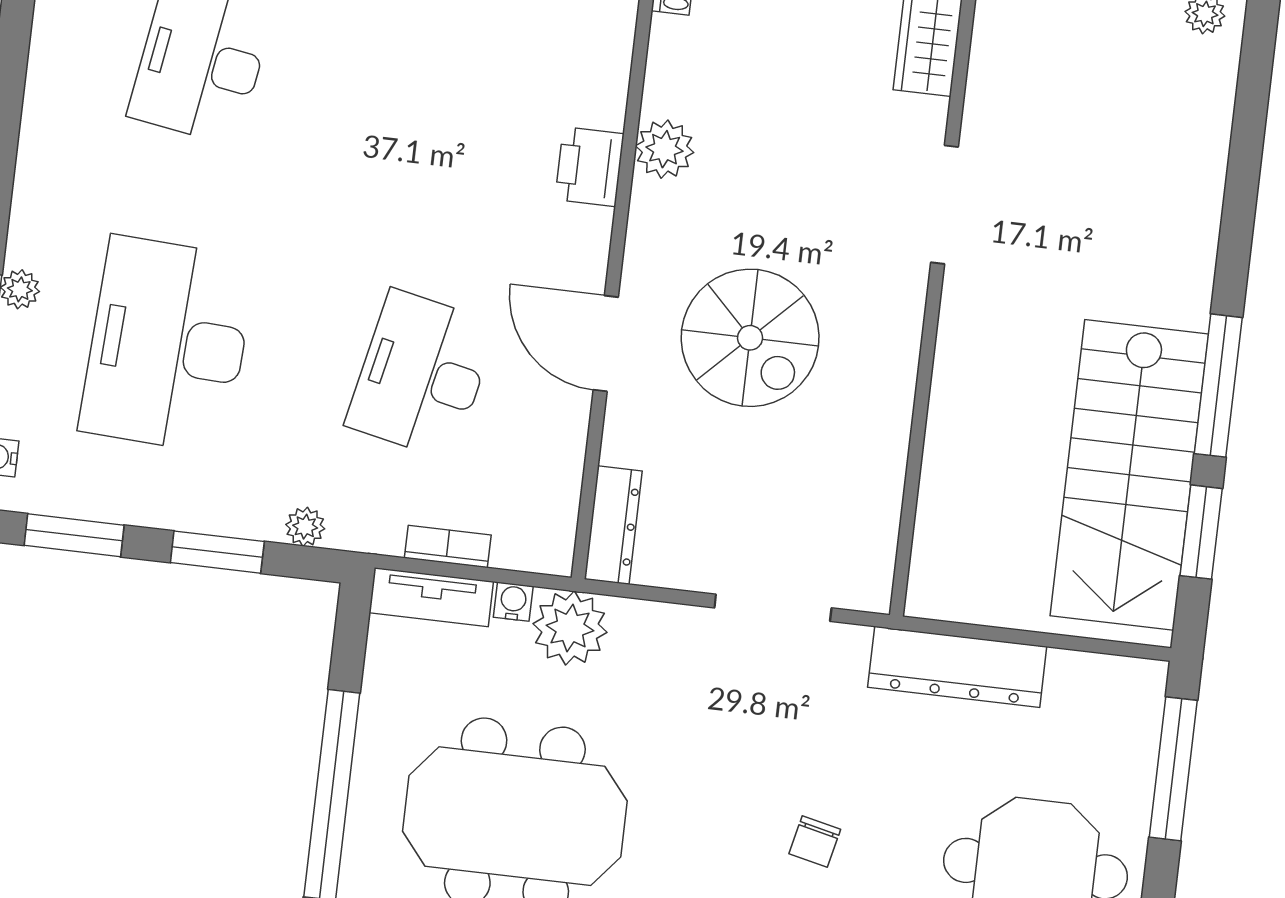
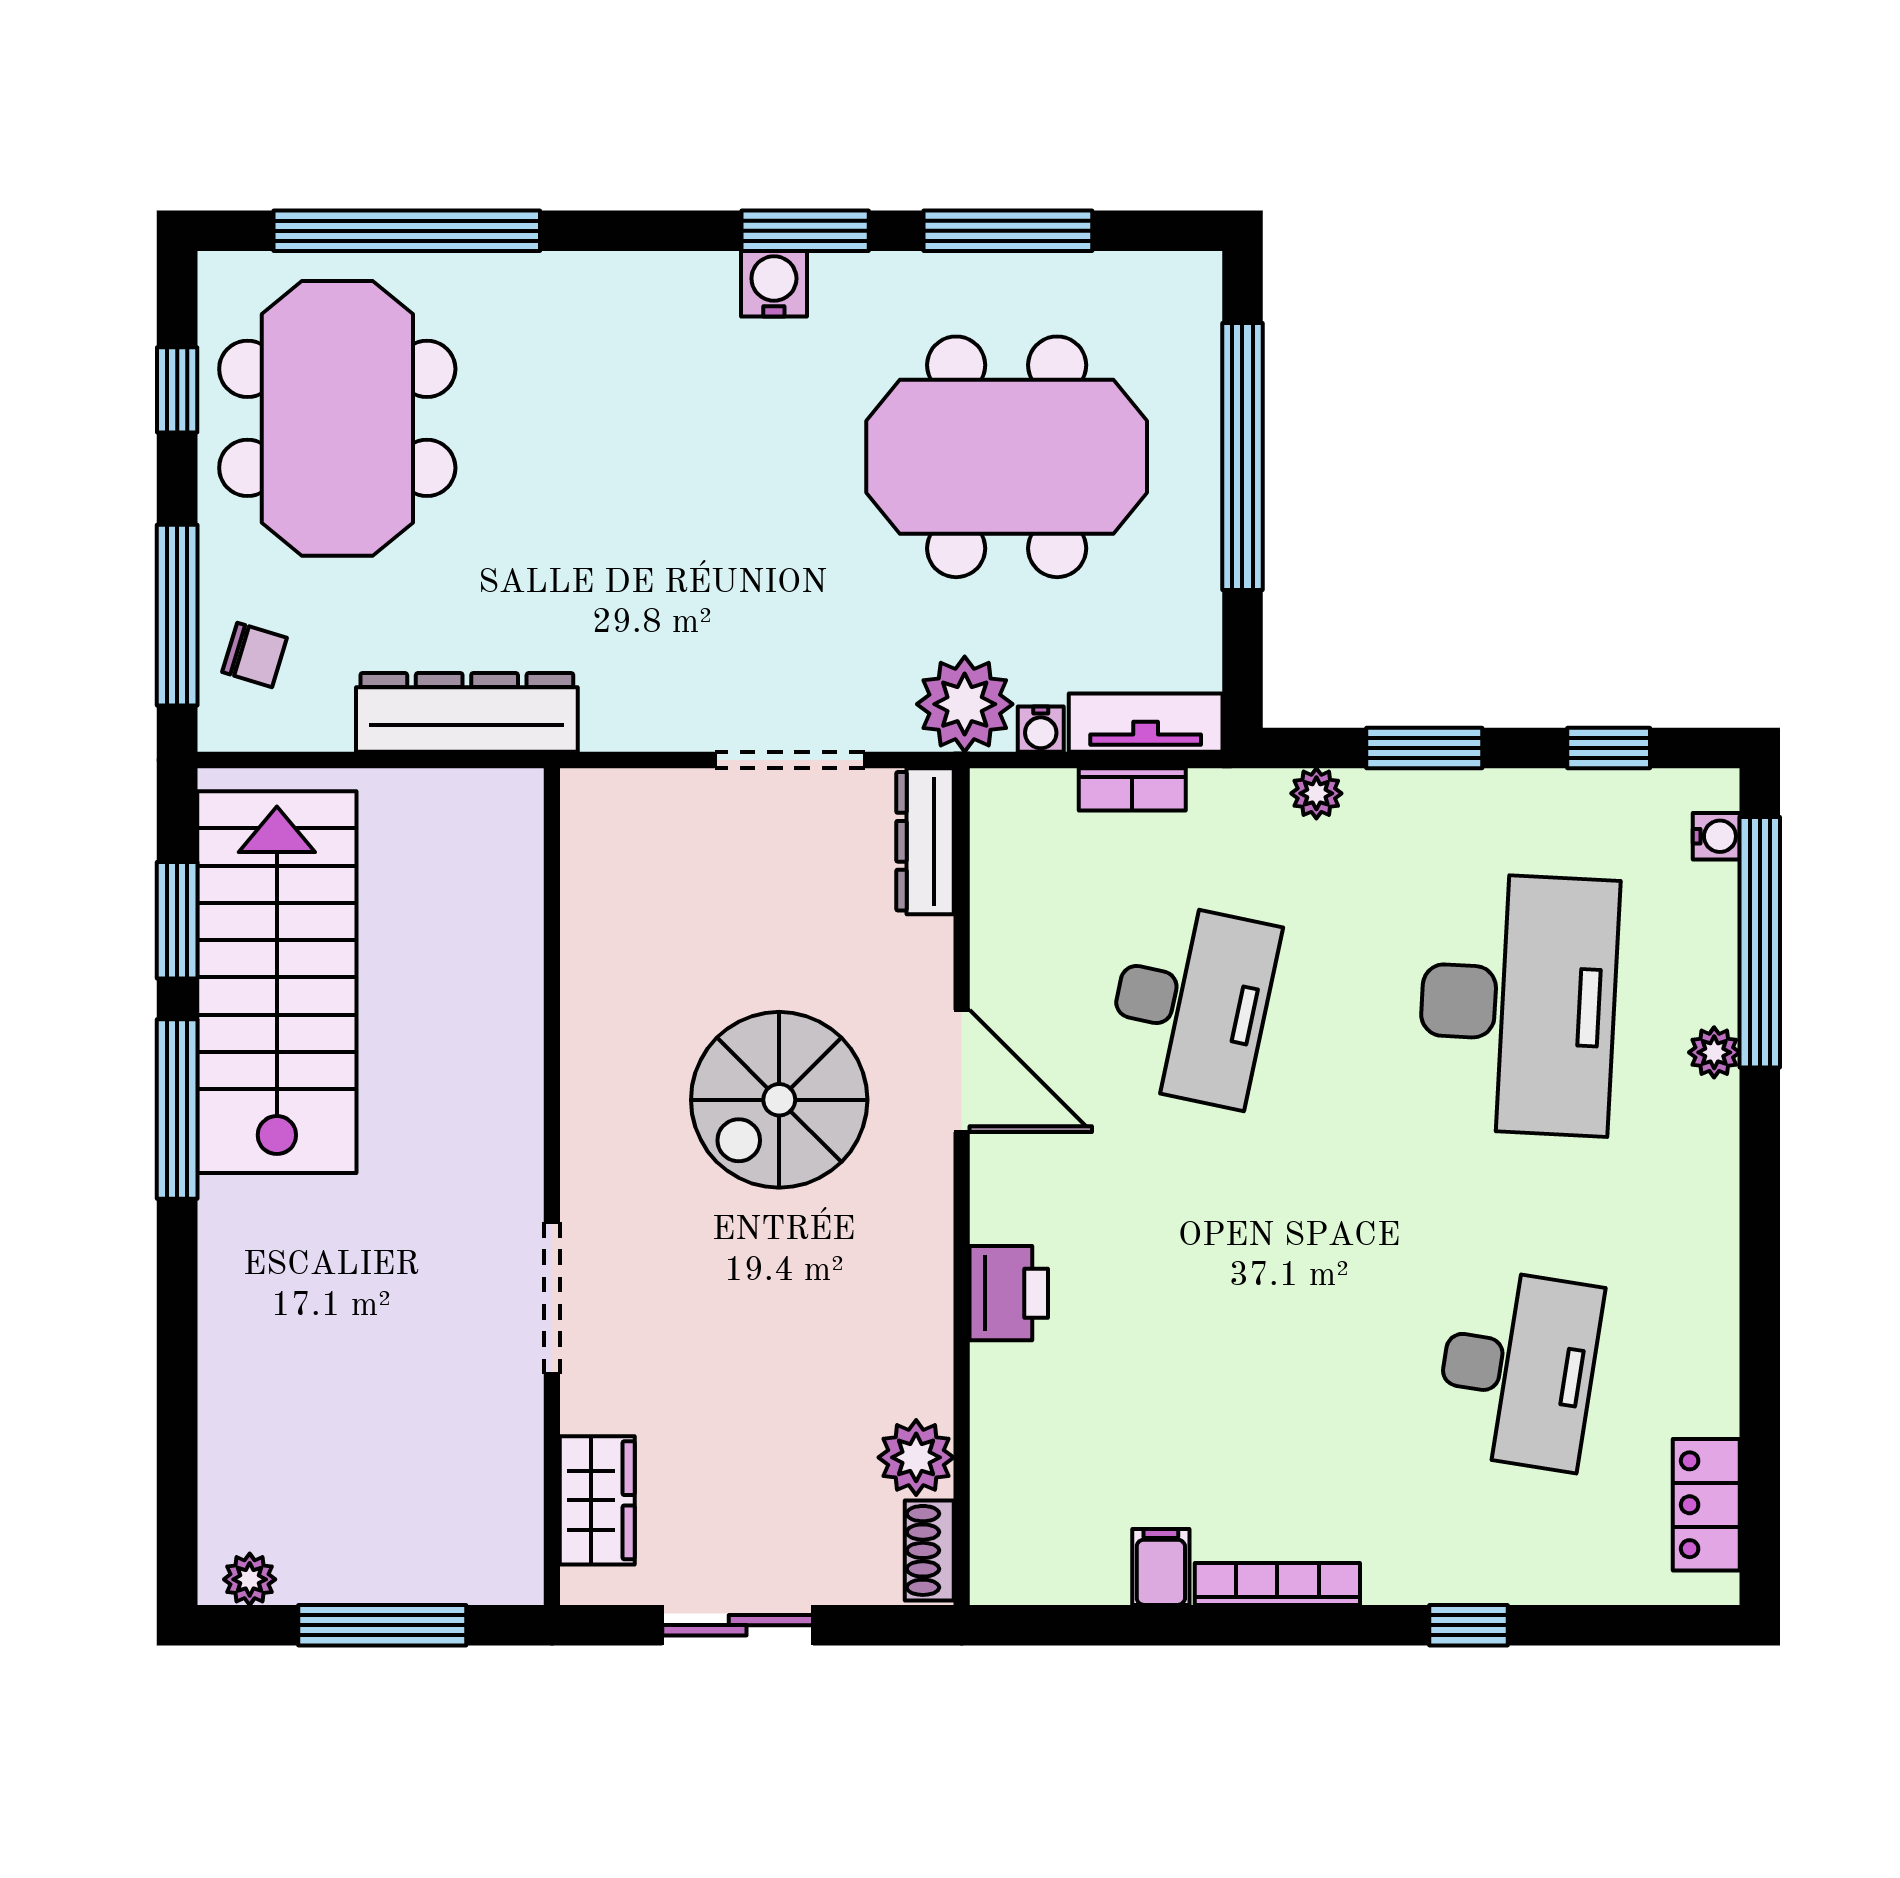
plant: (665, 149) -> (916, 1457), moved
spiral stairs: (750, 338) -> (779, 1100), turned -90
window: (74, 535) -> (1609, 748), width x0.67
doorway: (773, 608) -> (790, 760), moved
chair: (815, 841) -> (255, 655), moved, turned 94

